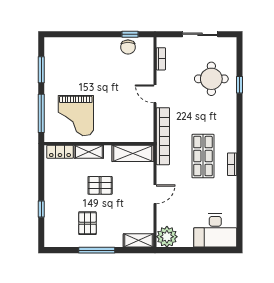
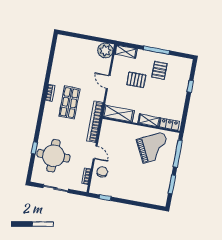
chair: (128, 47) -> (102, 172), moved
round table: (211, 79) -> (53, 156), width x1.36, depth x1.36
grand piano: (76, 116) -> (154, 148), turned 63
pallet: (100, 185) -> (136, 80), moved
door: (155, 194) -> (108, 82), hinge flipped
desk: (215, 230) -> (71, 49), removed

